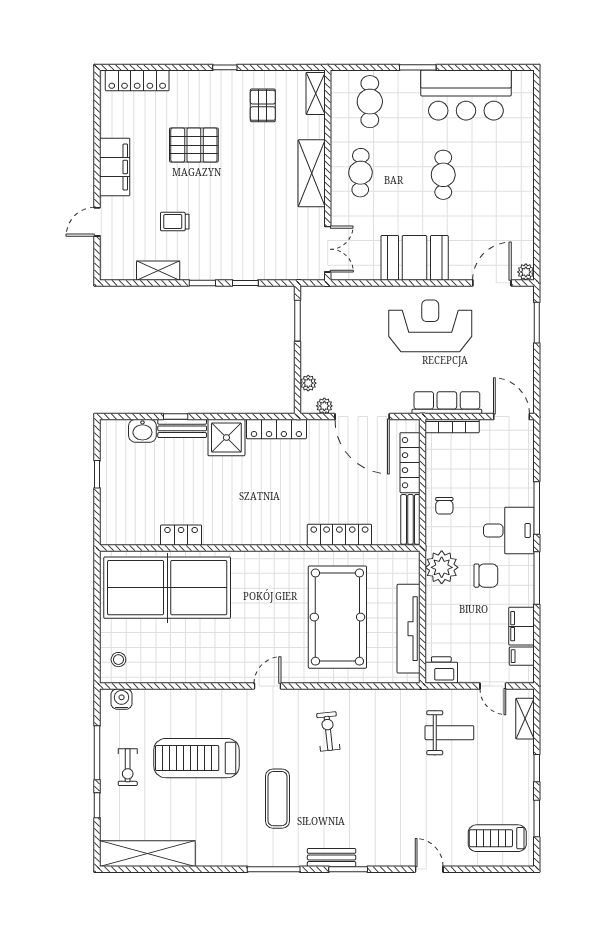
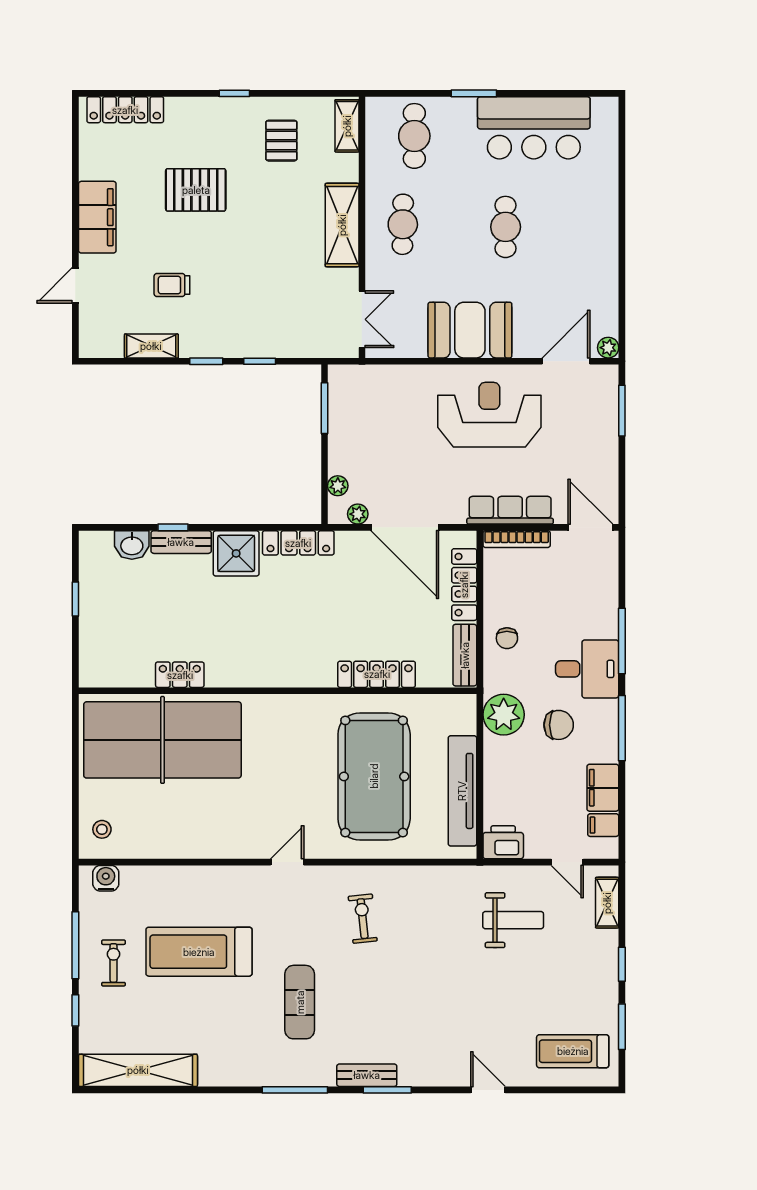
exercise bike: (128, 767) -> (114, 963), turned 180

